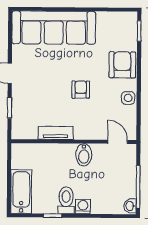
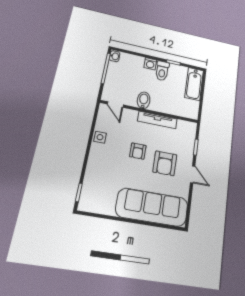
armchair: (122, 65) -> (165, 163), moved
tv unit: (56, 133) -> (157, 120), width x1.41

